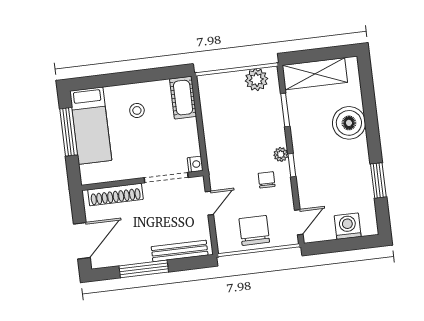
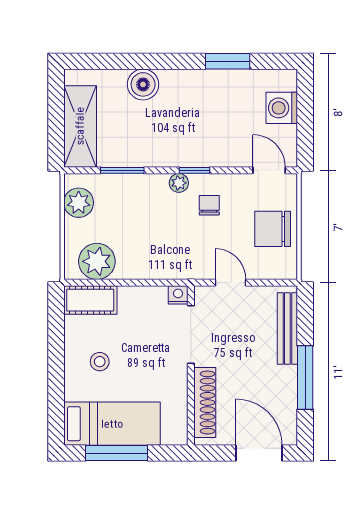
plant: (213, 99) -> (97, 261), added
boiler: (349, 123) -> (143, 84), width x0.73, depth x0.73
chair: (267, 180) -> (209, 205), turned 90

